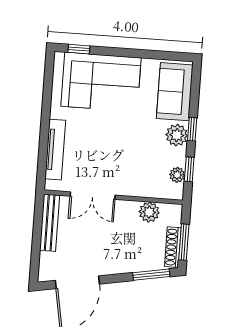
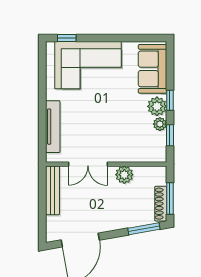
plant: (177, 175) -> (160, 124), moved
plant: (149, 212) -> (124, 175), moved

